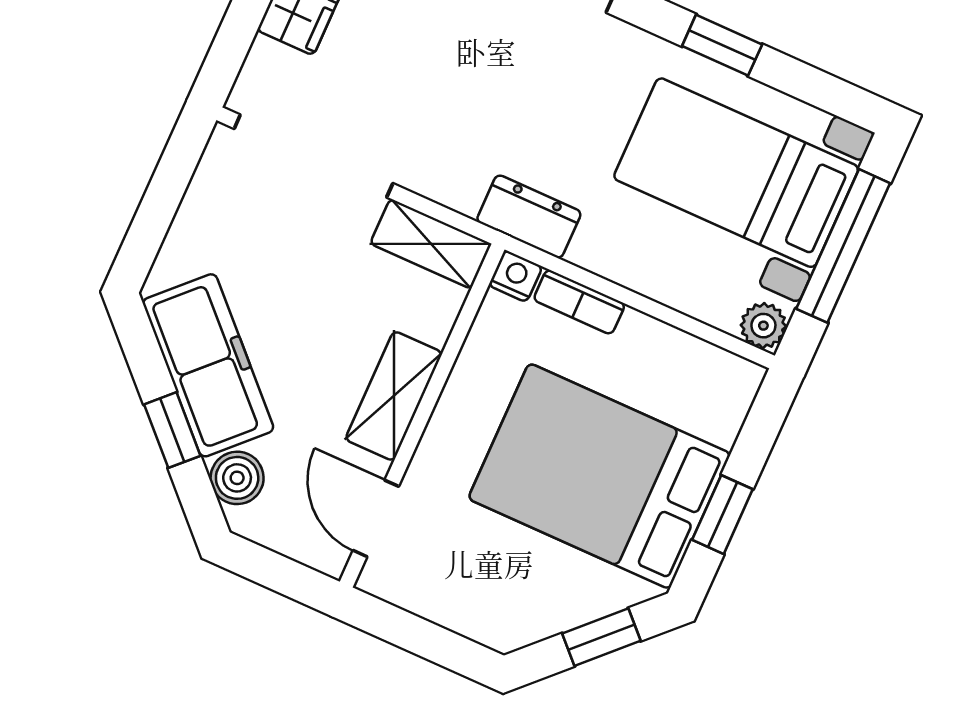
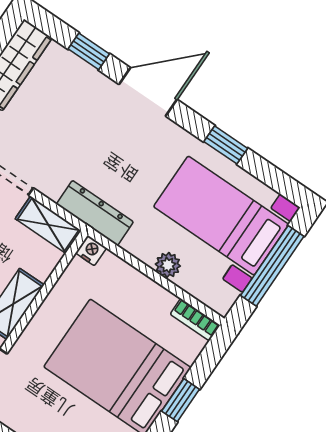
dresser: (529, 217) -> (95, 213), width x1.44
bookcase: (579, 302) -> (195, 320), moved
plant: (763, 326) -> (168, 265), moved

